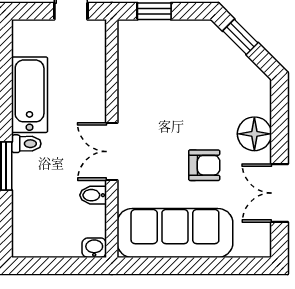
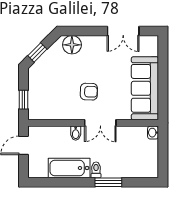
floor lamp: (254, 134) -> (72, 45), moved
armchair: (204, 165) -> (89, 92), moved, turned 92
bidet: (93, 195) -> (76, 133), moved

